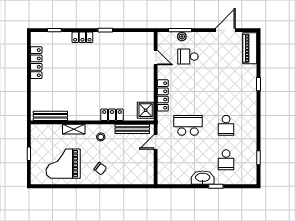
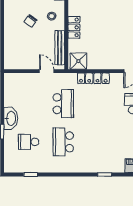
school desk: (226, 125) -> (63, 142), width x1.85
chair: (100, 169) -> (30, 21), moved

